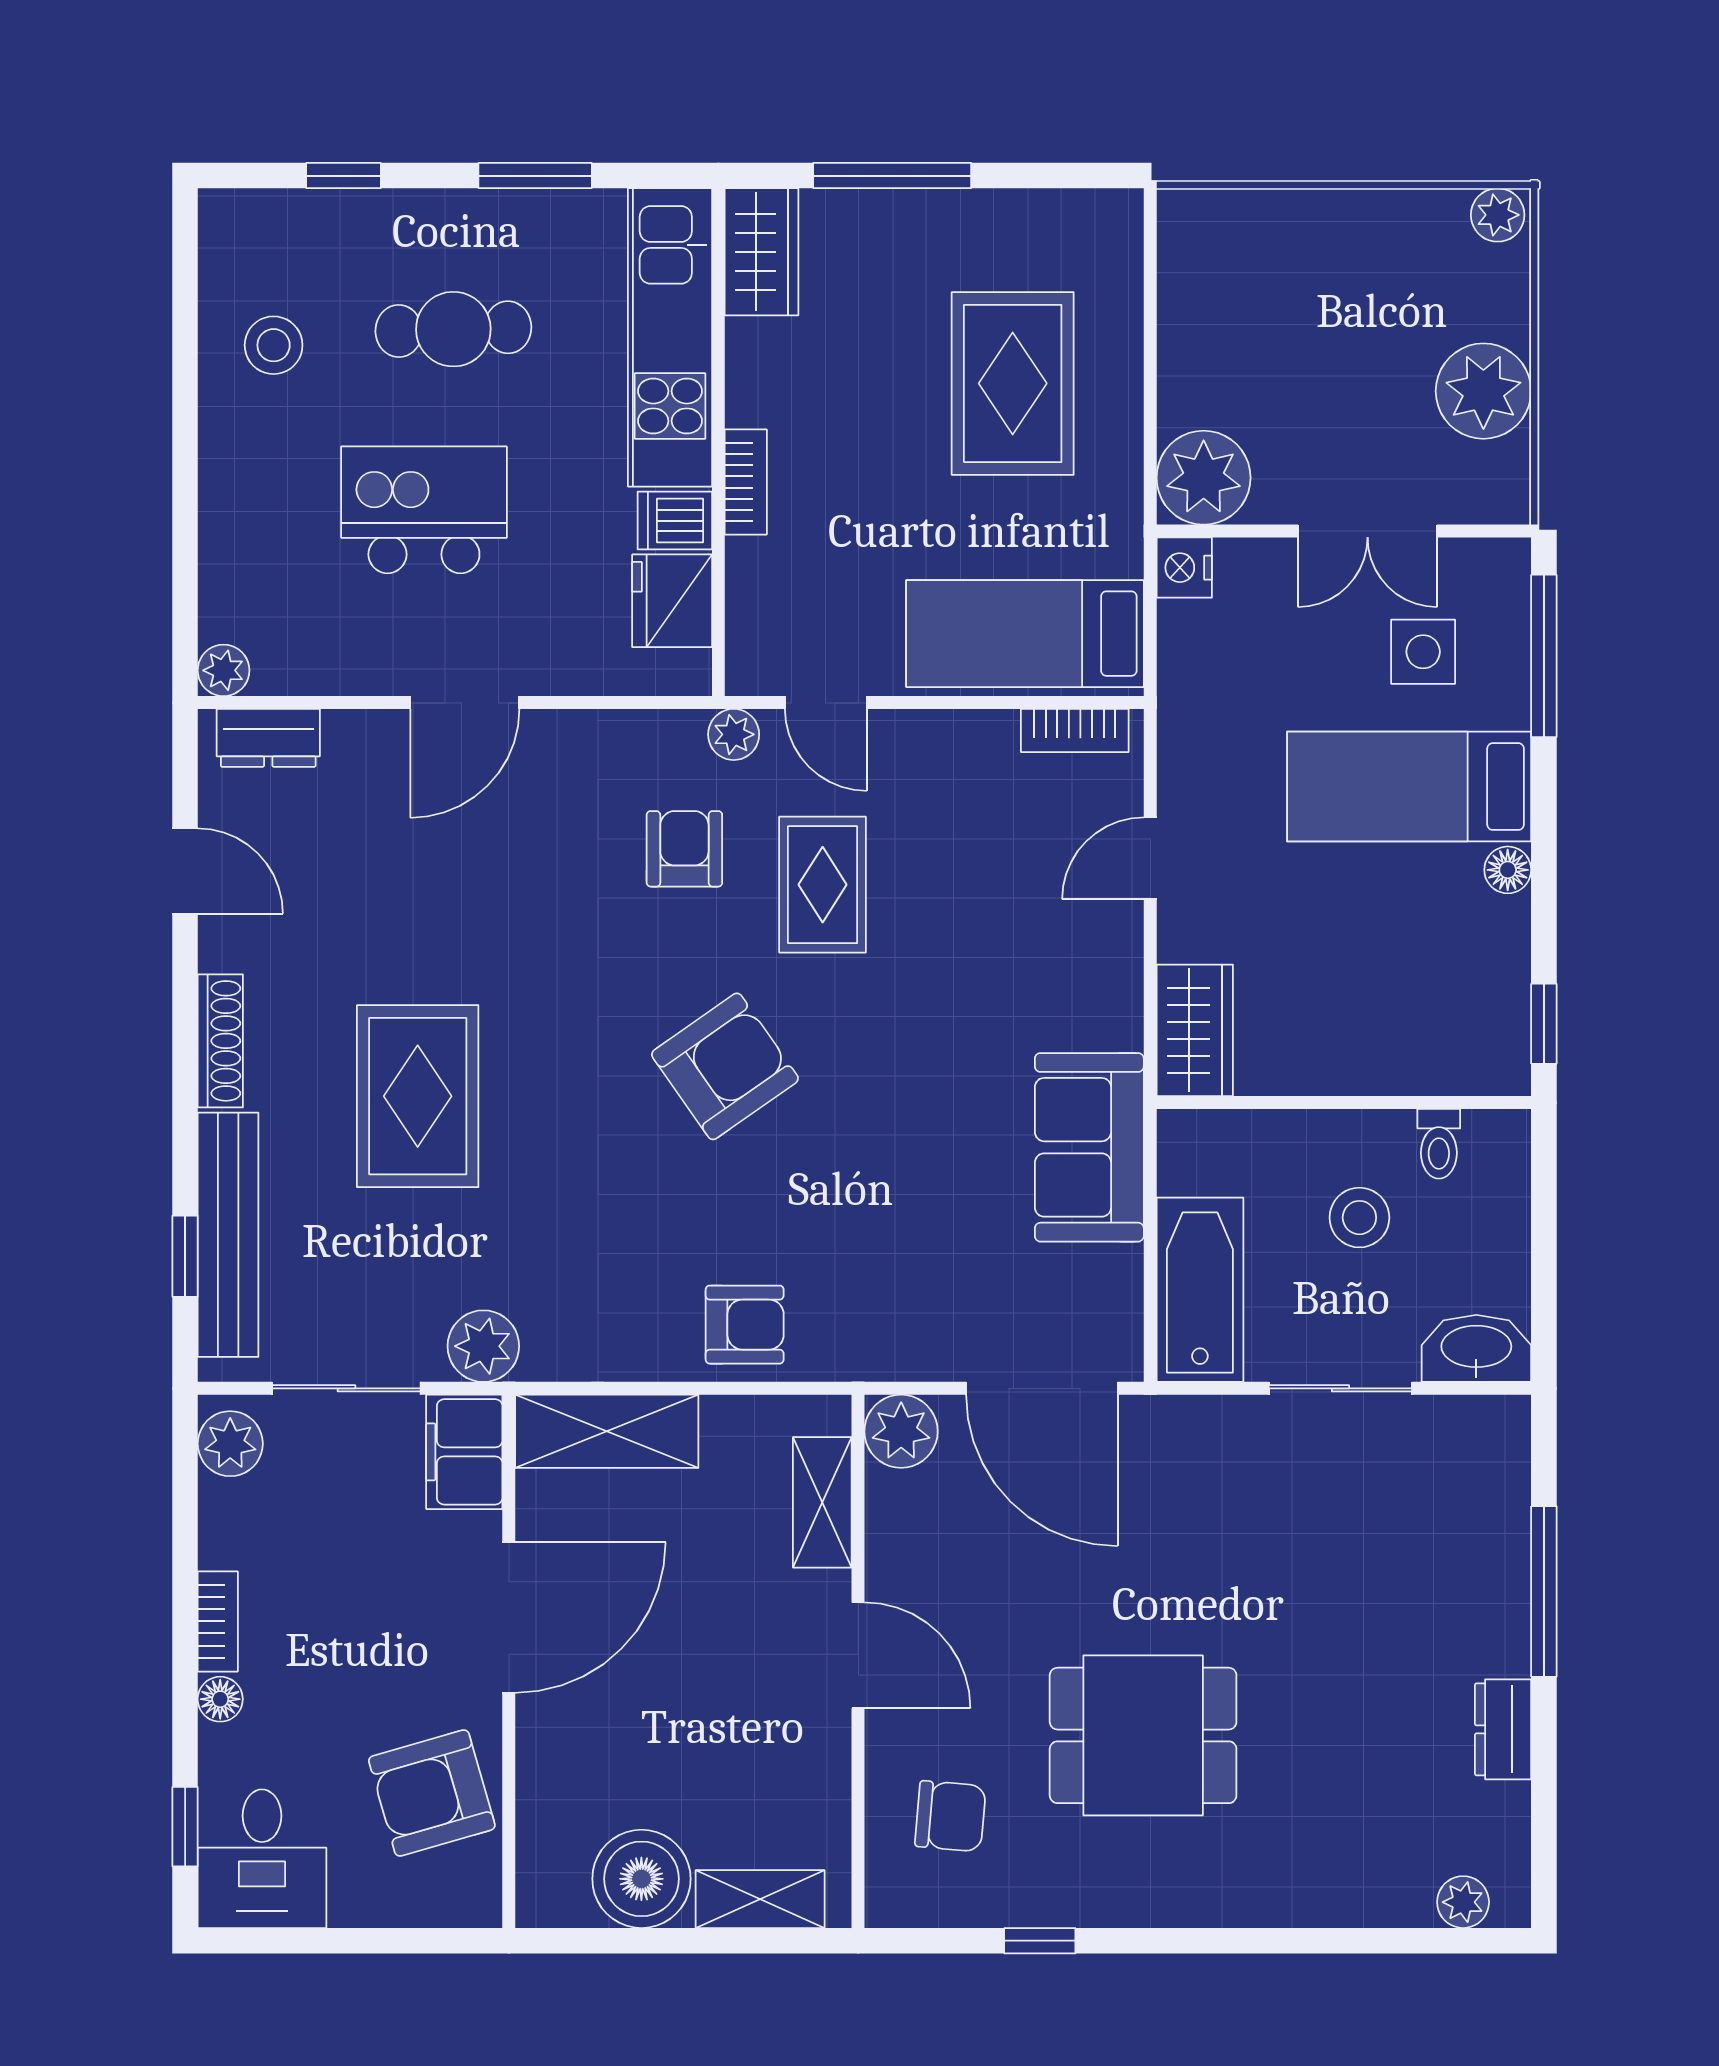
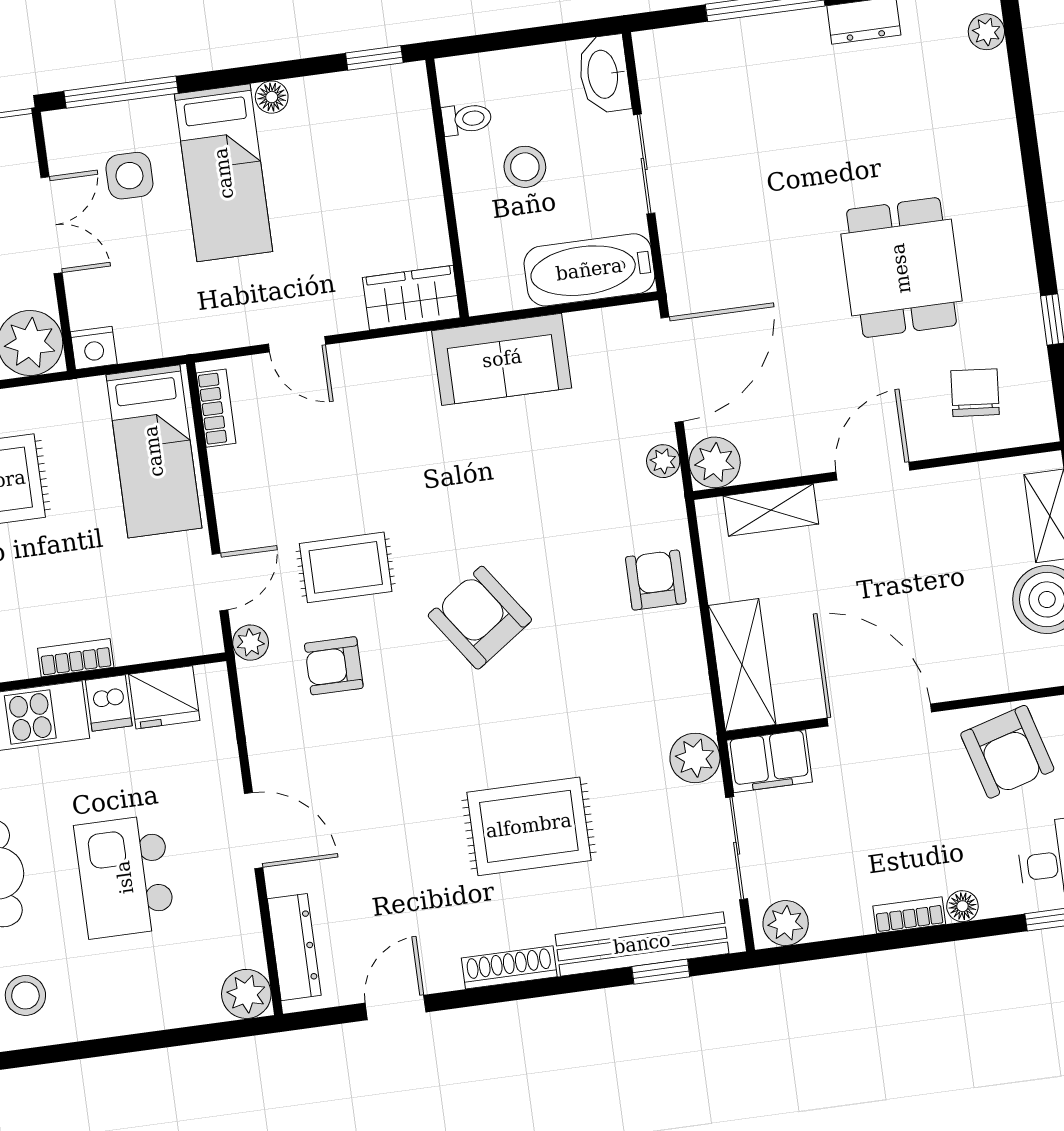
plant: (224, 670) -> (246, 994), width x1.38, depth x1.38
dresser: (268, 738) -> (294, 947), width x1.44
plant: (913, 1358) -> (663, 461), added

